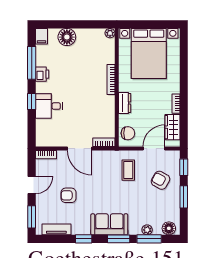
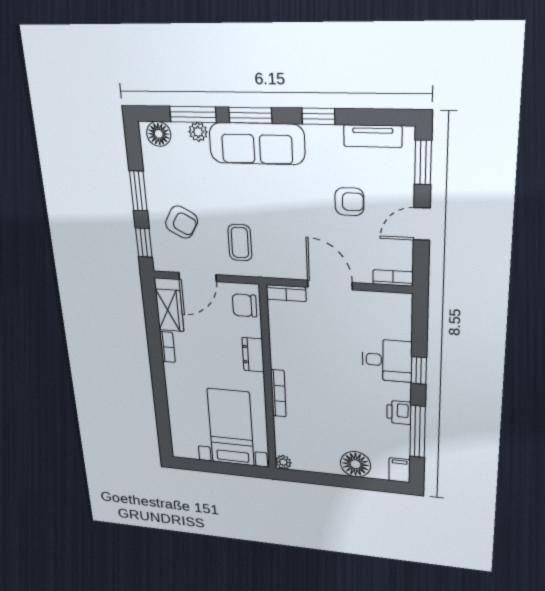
bed with nightstands: (149, 53) -> (231, 427), width x0.73
sofa: (109, 224) -> (257, 144), width x1.36

